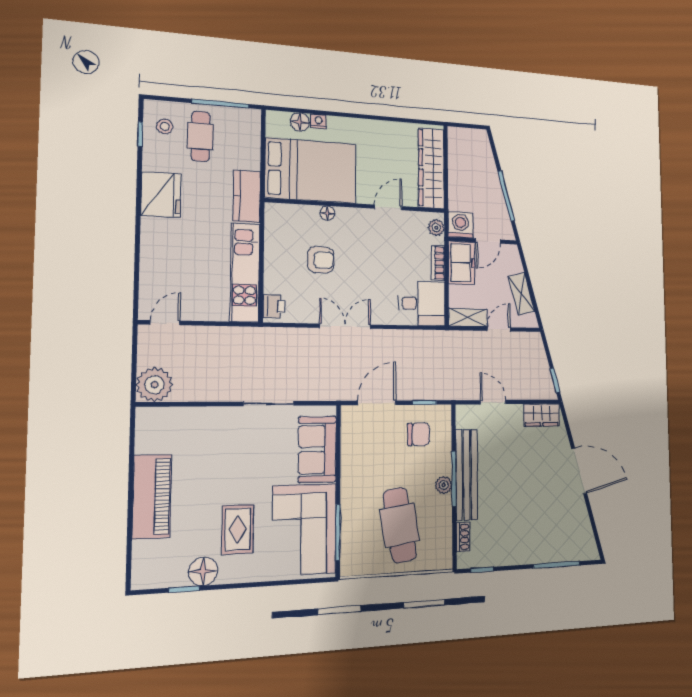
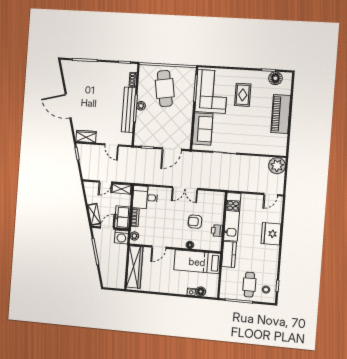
bed: (311, 171) -> (197, 262), width x0.67
fridge: (161, 195) -> (271, 234), moved
shelving: (522, 294) -> (94, 214), moved
printer: (274, 306) -> (217, 231), moved
chair: (419, 434) -> (152, 132), removed
floor lamp: (203, 571) -> (275, 78), moved

